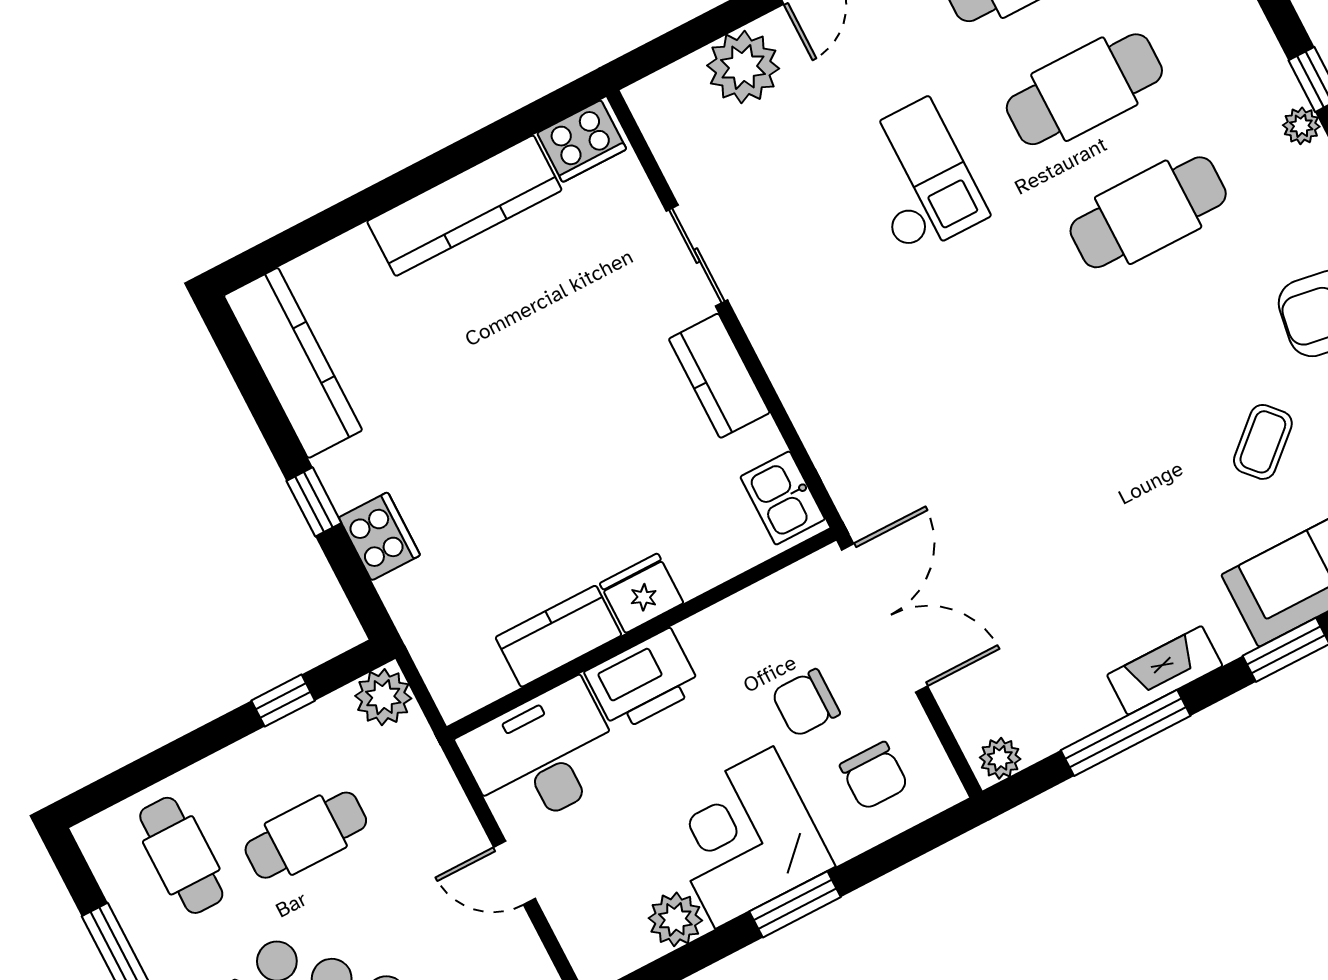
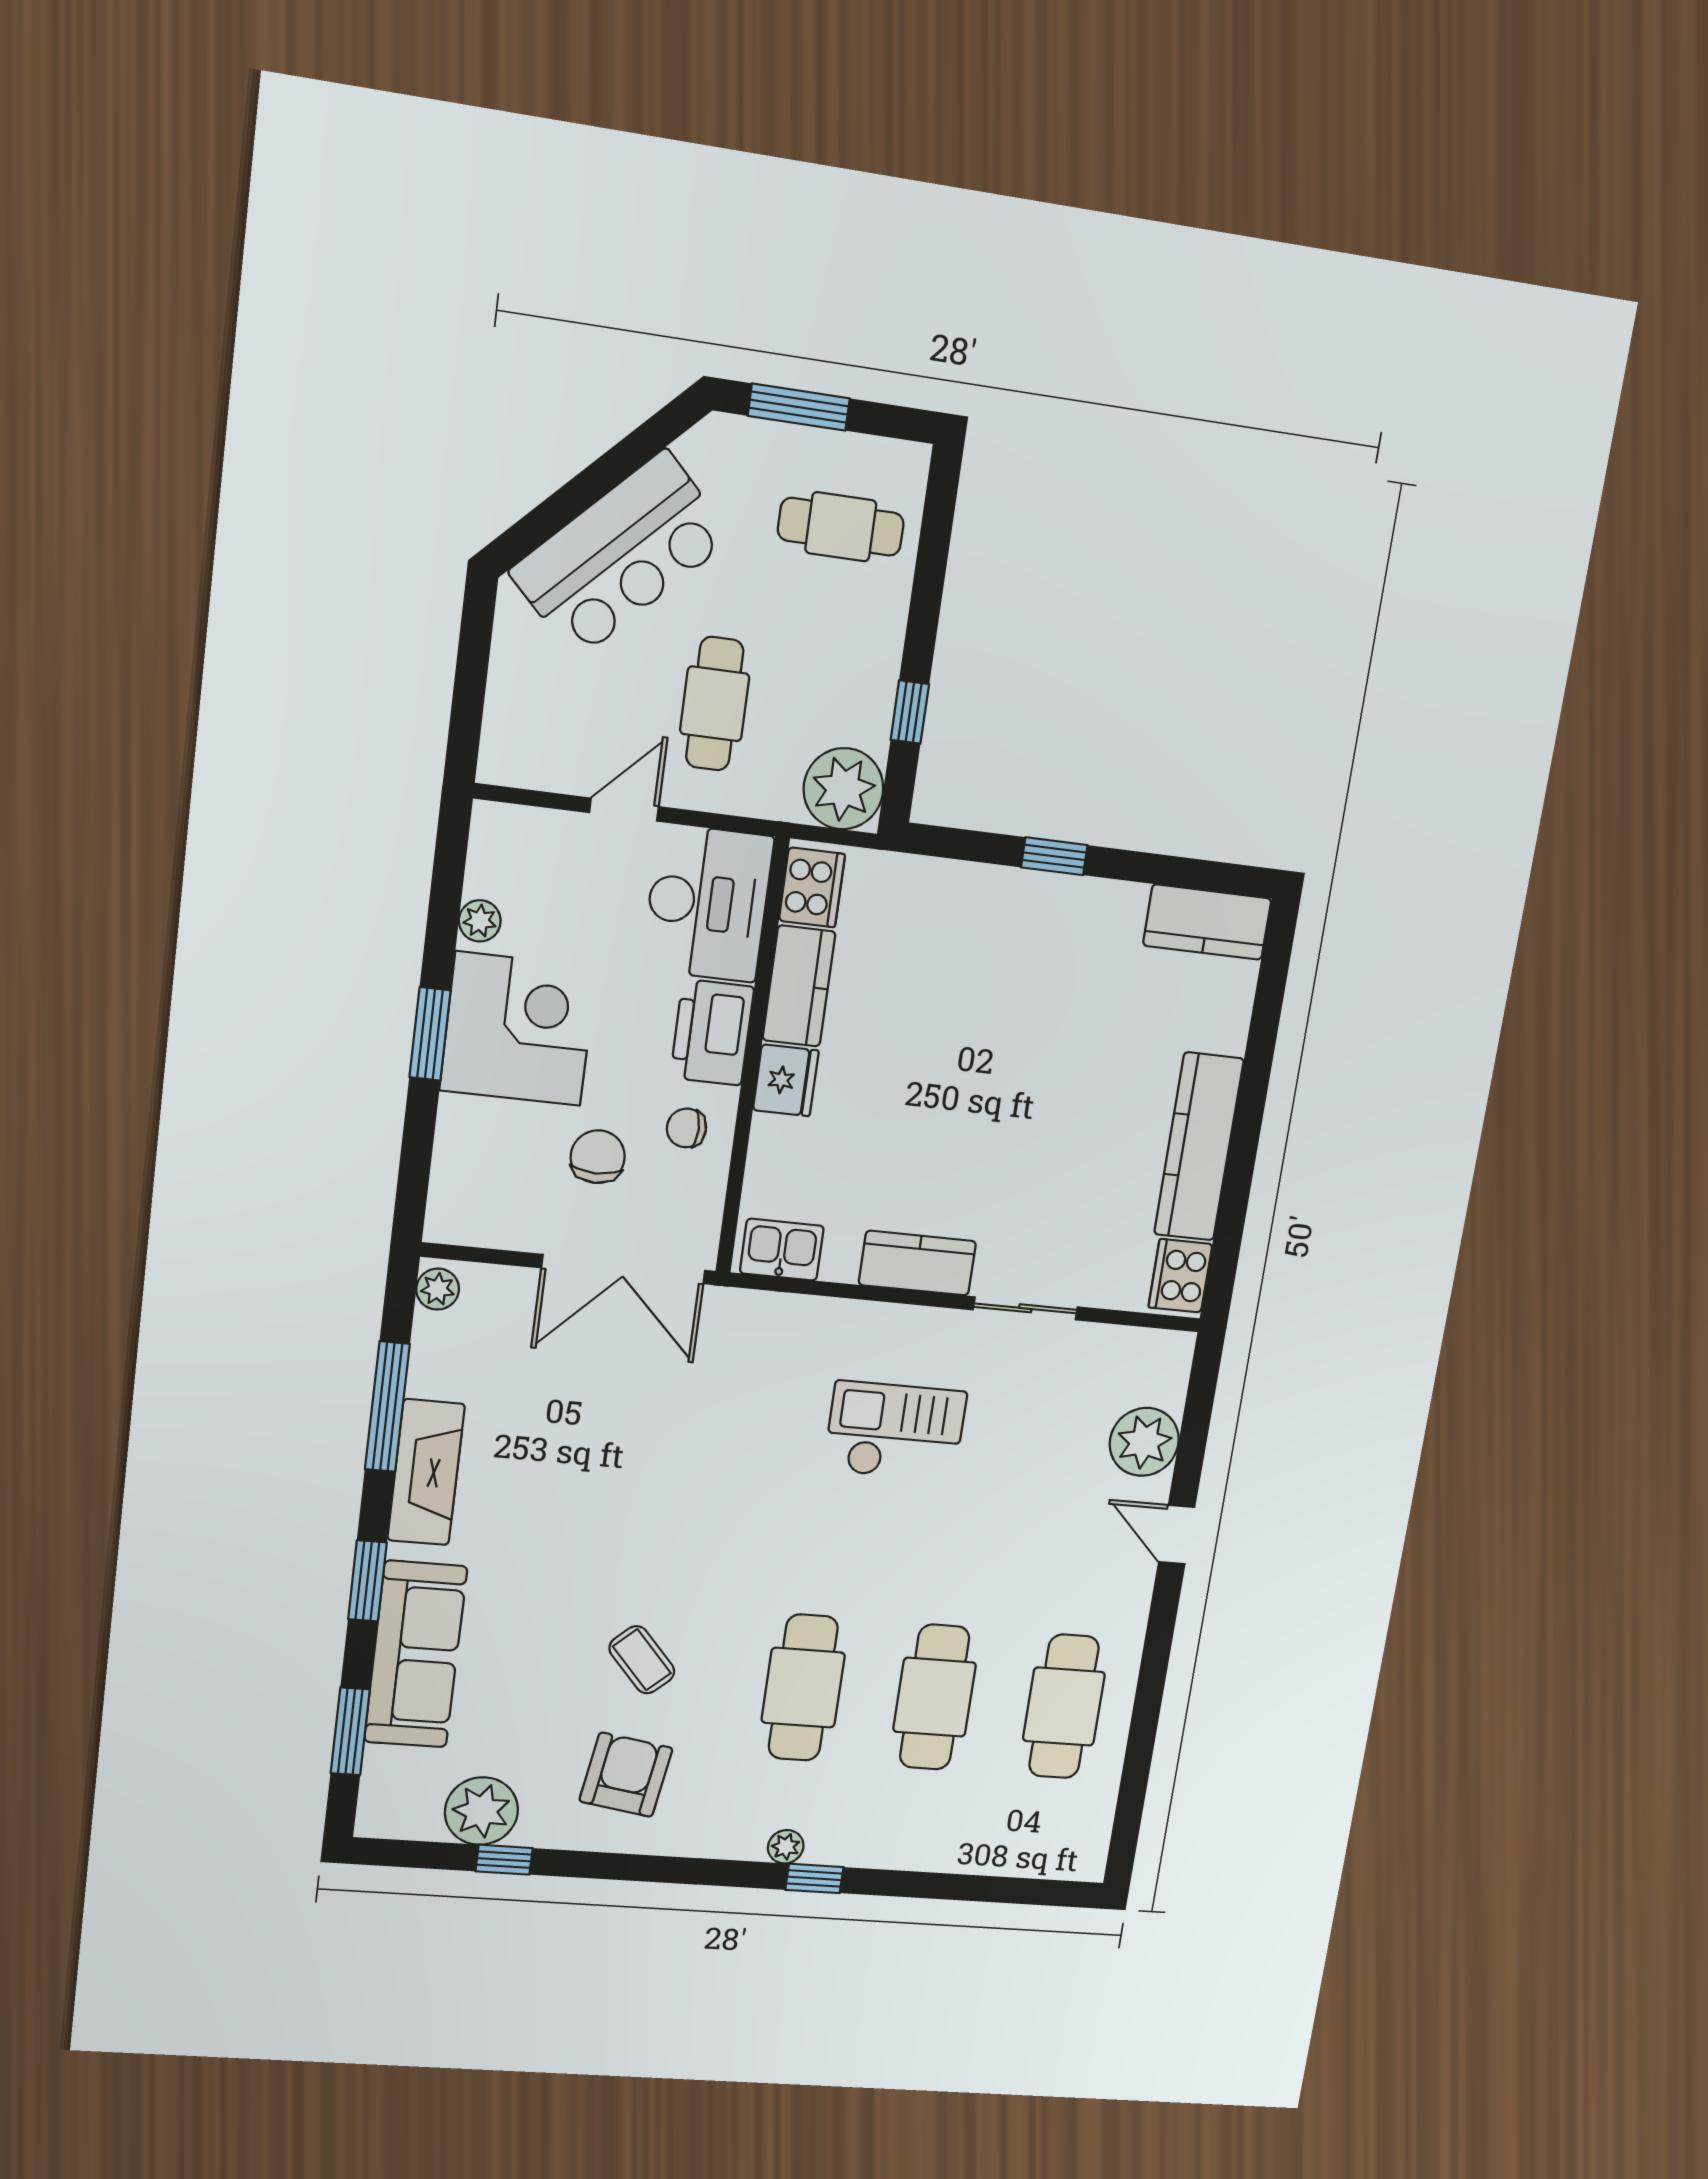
checkout: (918, 178) -> (895, 1431), moved, turned 180
kitchen counter: (293, 363) -> (1207, 922), width x0.67
coffee table: (1263, 442) -> (642, 1660), moved
cooker: (379, 536) -> (812, 887), moved, turned -90
fireplace: (1165, 670) -> (426, 1472), width x1.37, depth x1.32
plant: (383, 697) -> (843, 789), width x1.36, depth x1.36
chair: (874, 776) -> (687, 1128), moved, width x0.73, depth x0.73
cafe table: (306, 835) -> (715, 704), moved
plant: (675, 919) -> (480, 921), width x0.73, depth x0.73

